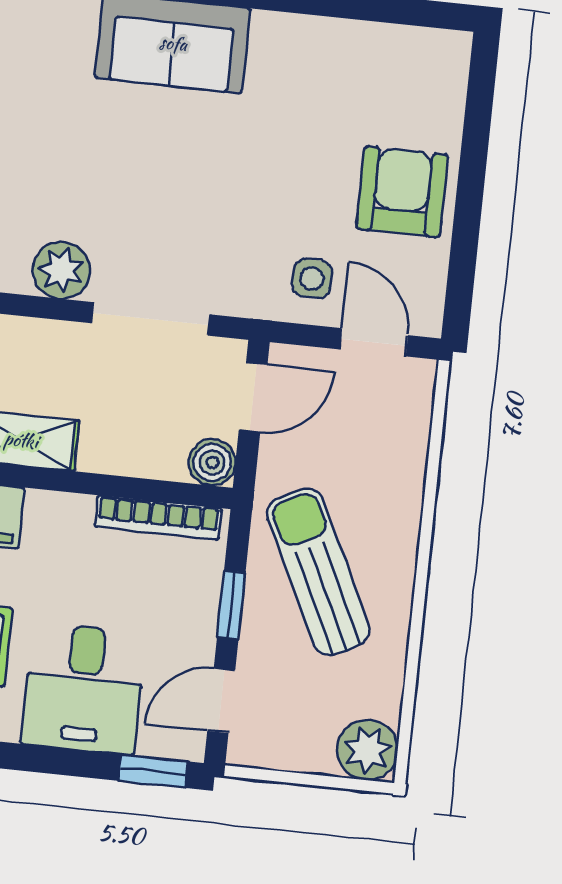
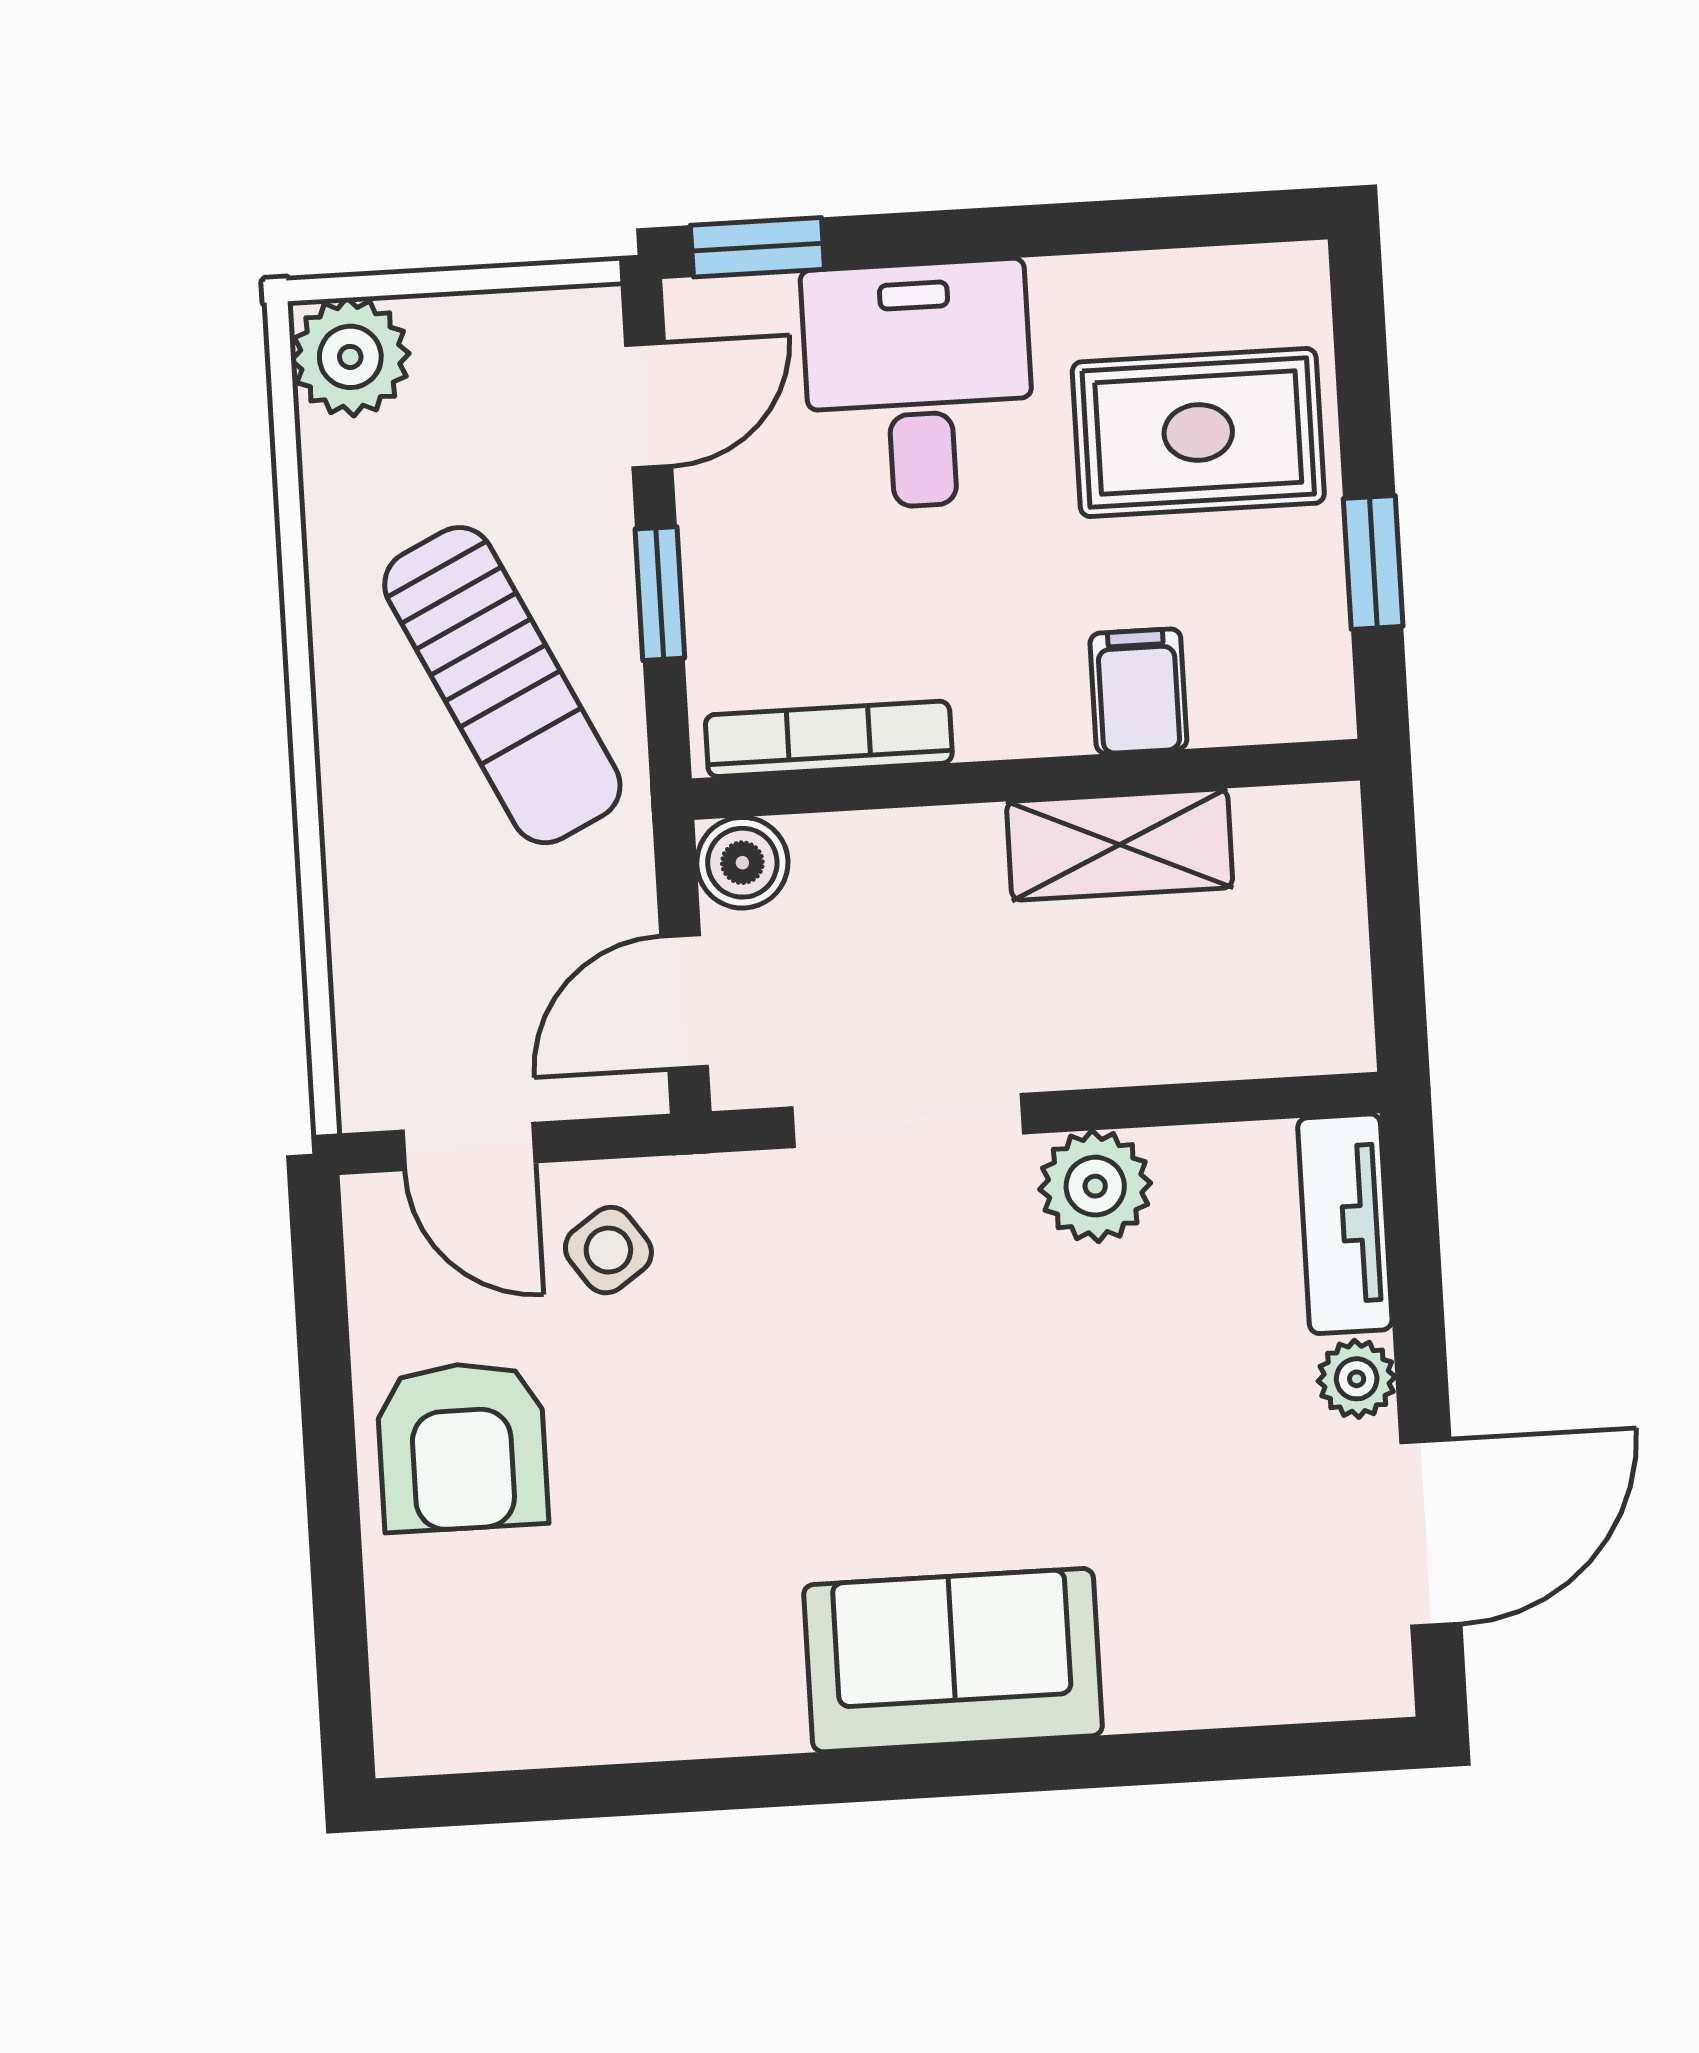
side table: (312, 279) -> (608, 1250), turned -35

